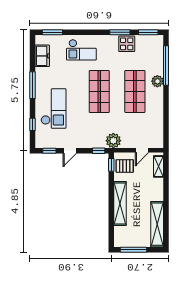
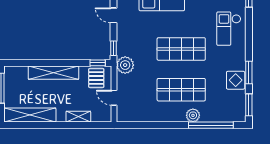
shelving: (159, 166) -> (78, 117), moved

